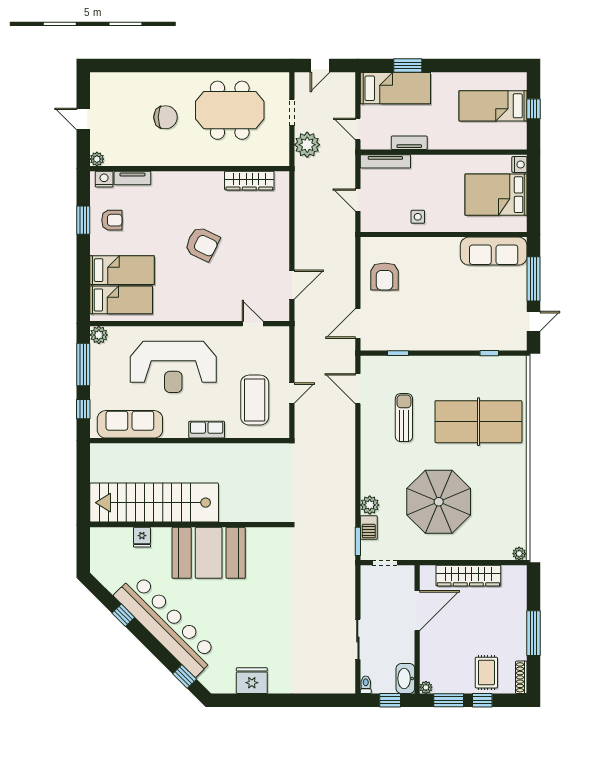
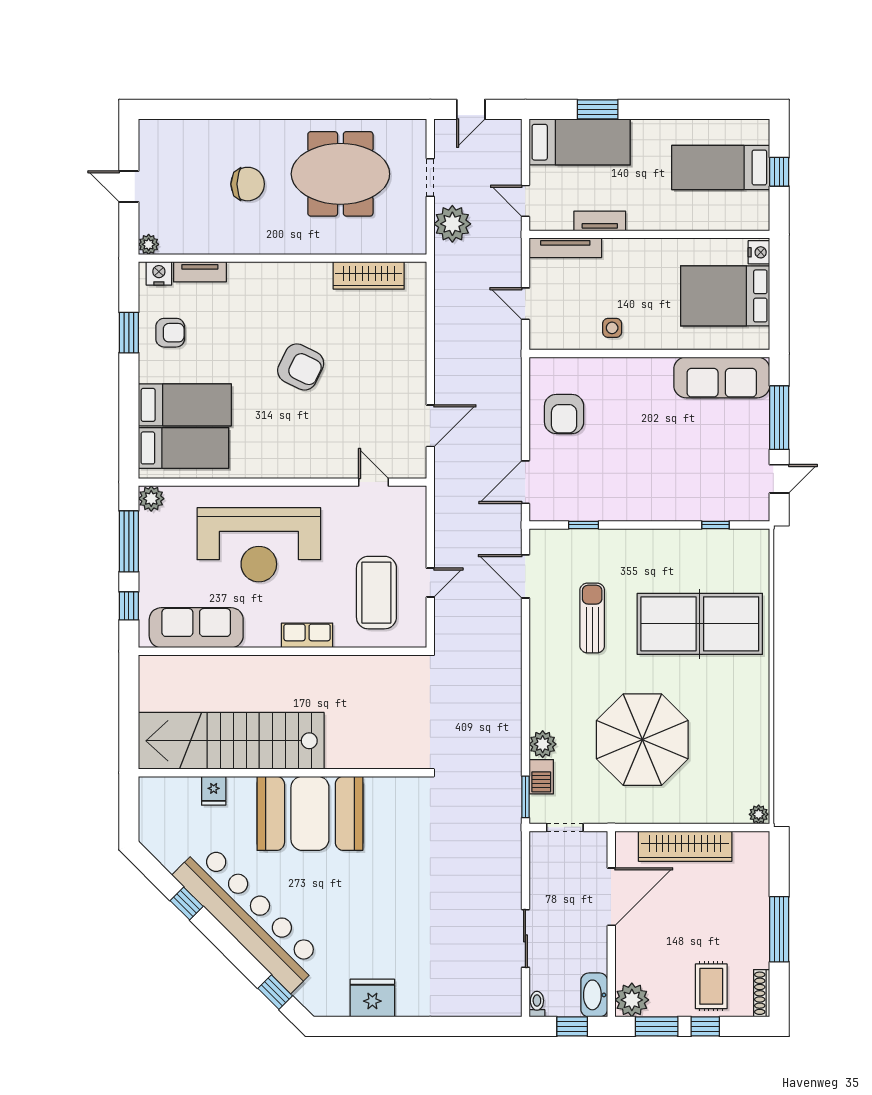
plant: (426, 687) -> (632, 1000), width x1.88, depth x1.88

